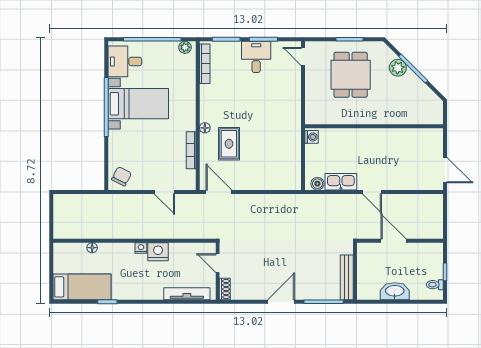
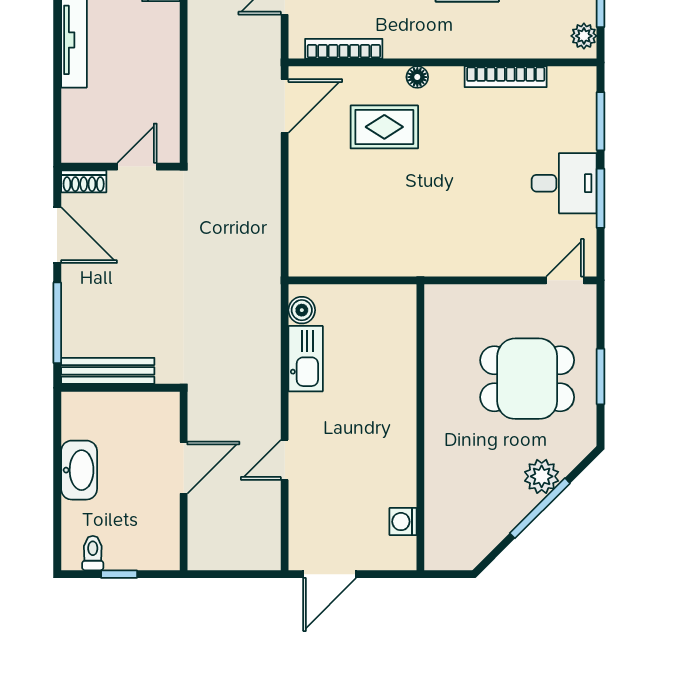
bookcase: (205, 64) -> (506, 77), moved
washing machine: (311, 137) -> (403, 522), moved, turned 90
bookcase: (191, 150) -> (344, 49), moved
door: (372, 192) -> (285, 460), moved
door: (218, 263) -> (137, 167), moved
wall: (218, 271) -> (120, 167), moved
shoe rack: (225, 289) -> (84, 181), moved

